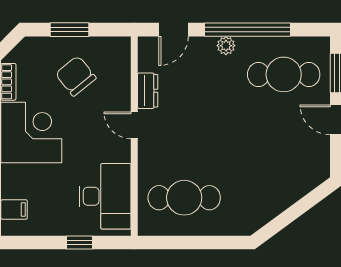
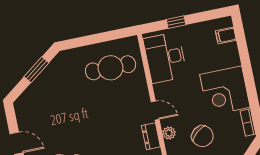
plant: (122, 90) -> (169, 133), added
window: (288, 216) -> (36, 70), added

